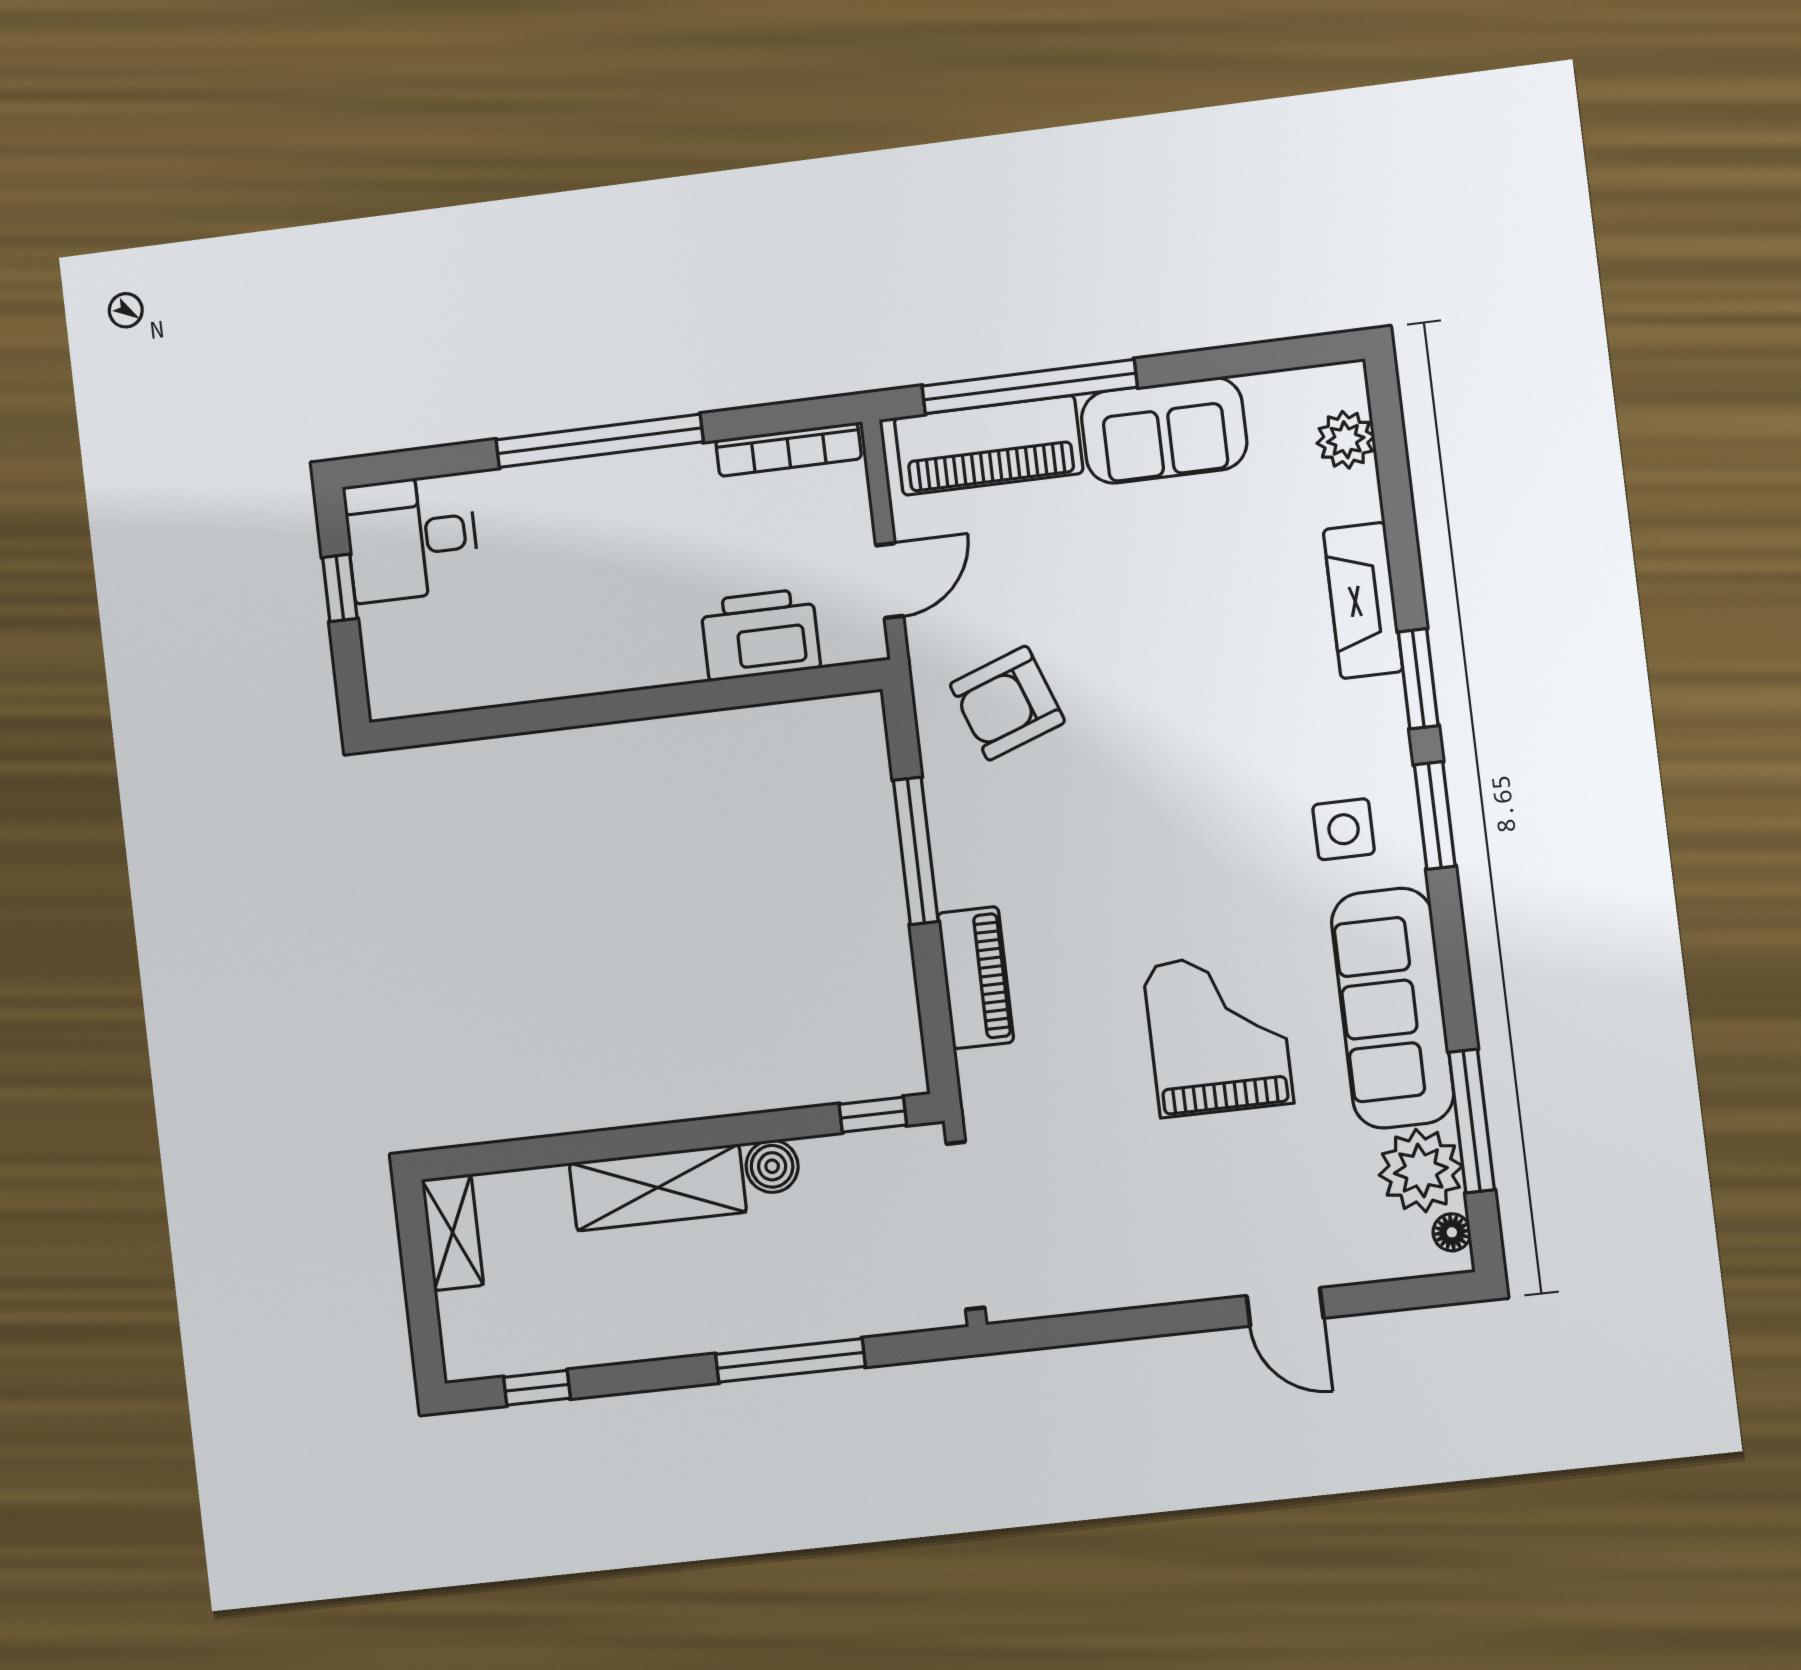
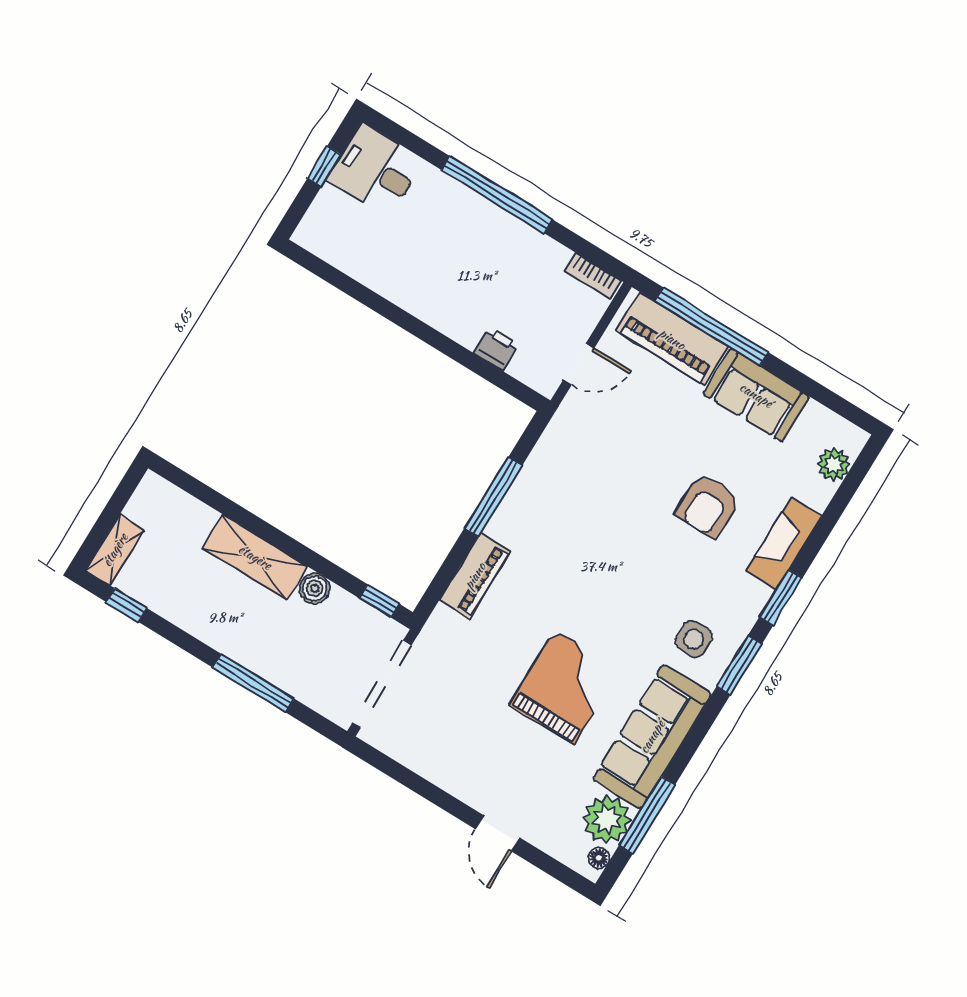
bookcase: (788, 449) -> (593, 276), width x0.64
printer: (760, 635) -> (496, 349), width x0.53, depth x0.68
armchair: (1007, 703) -> (708, 506), moved, turned -70
shelving: (453, 1232) -> (115, 550), moved

